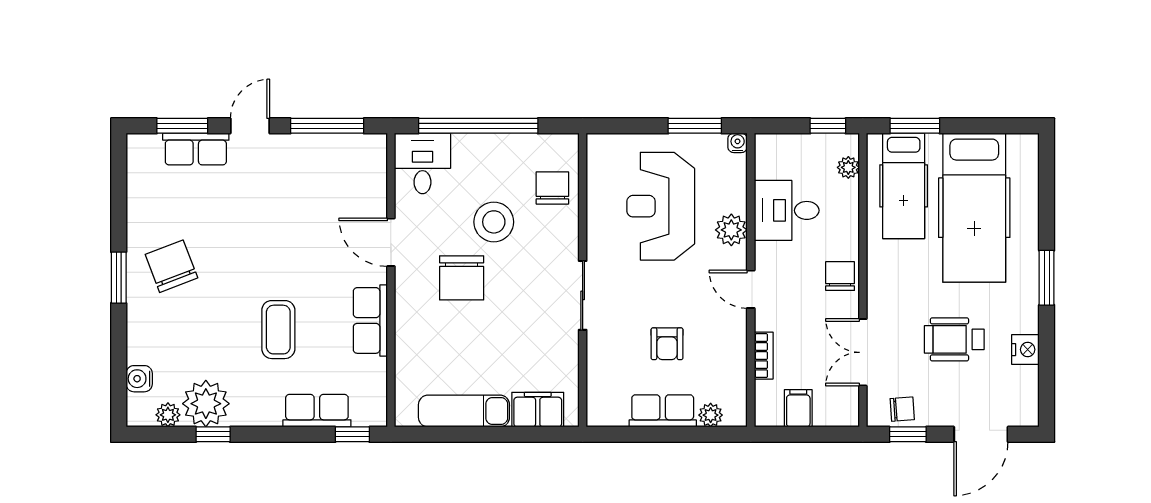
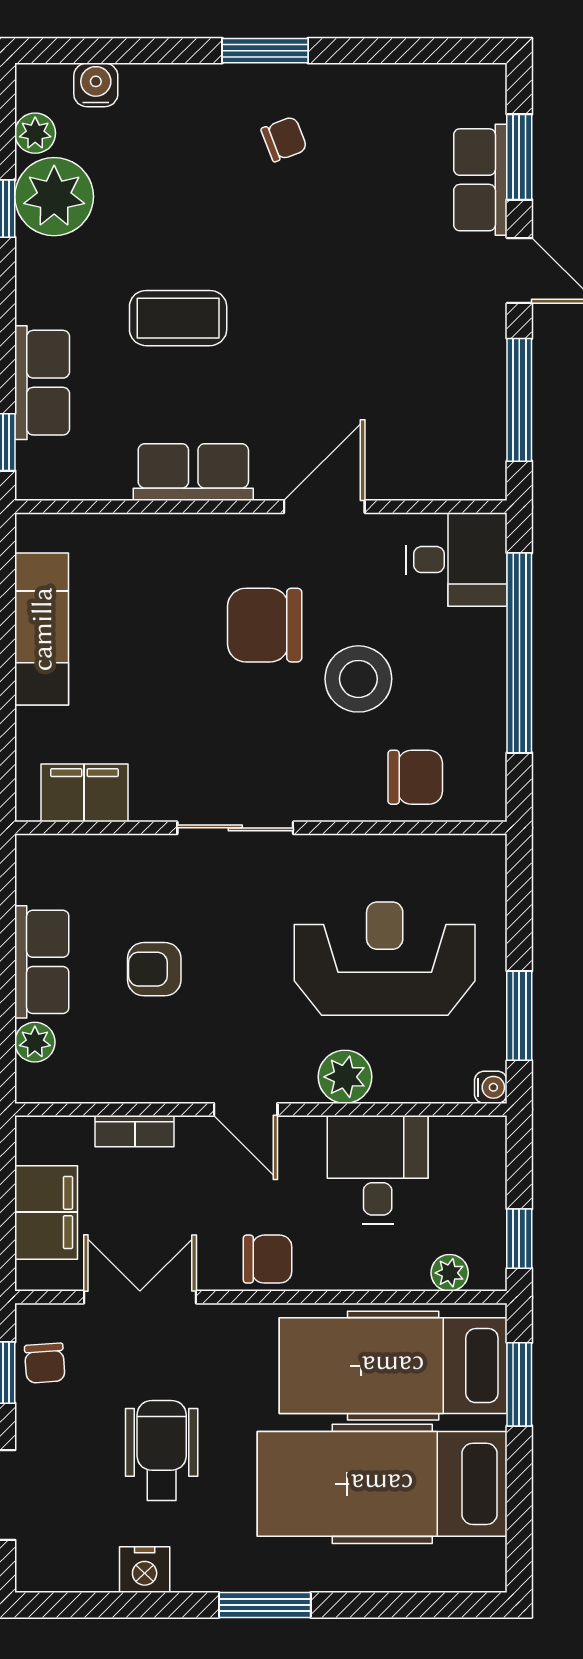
hospital bed: (904, 186) -> (393, 1366), width x1.37, depth x1.29
chair: (171, 266) -> (284, 139), width x0.54, depth x0.54
door: (751, 289) -> (246, 1109), swing flipped
filing cabinet: (798, 408) -> (46, 1212), width x2.00
filing cabinet: (538, 410) -> (84, 793), moved, turned -90

